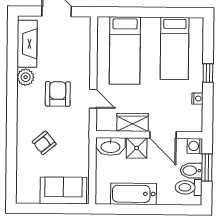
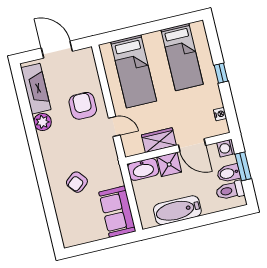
armchair: (58, 94) -> (83, 106), moved
nightstand: (197, 99) -> (220, 114), moved
sofa: (63, 190) -> (117, 212), moved, turned -90

